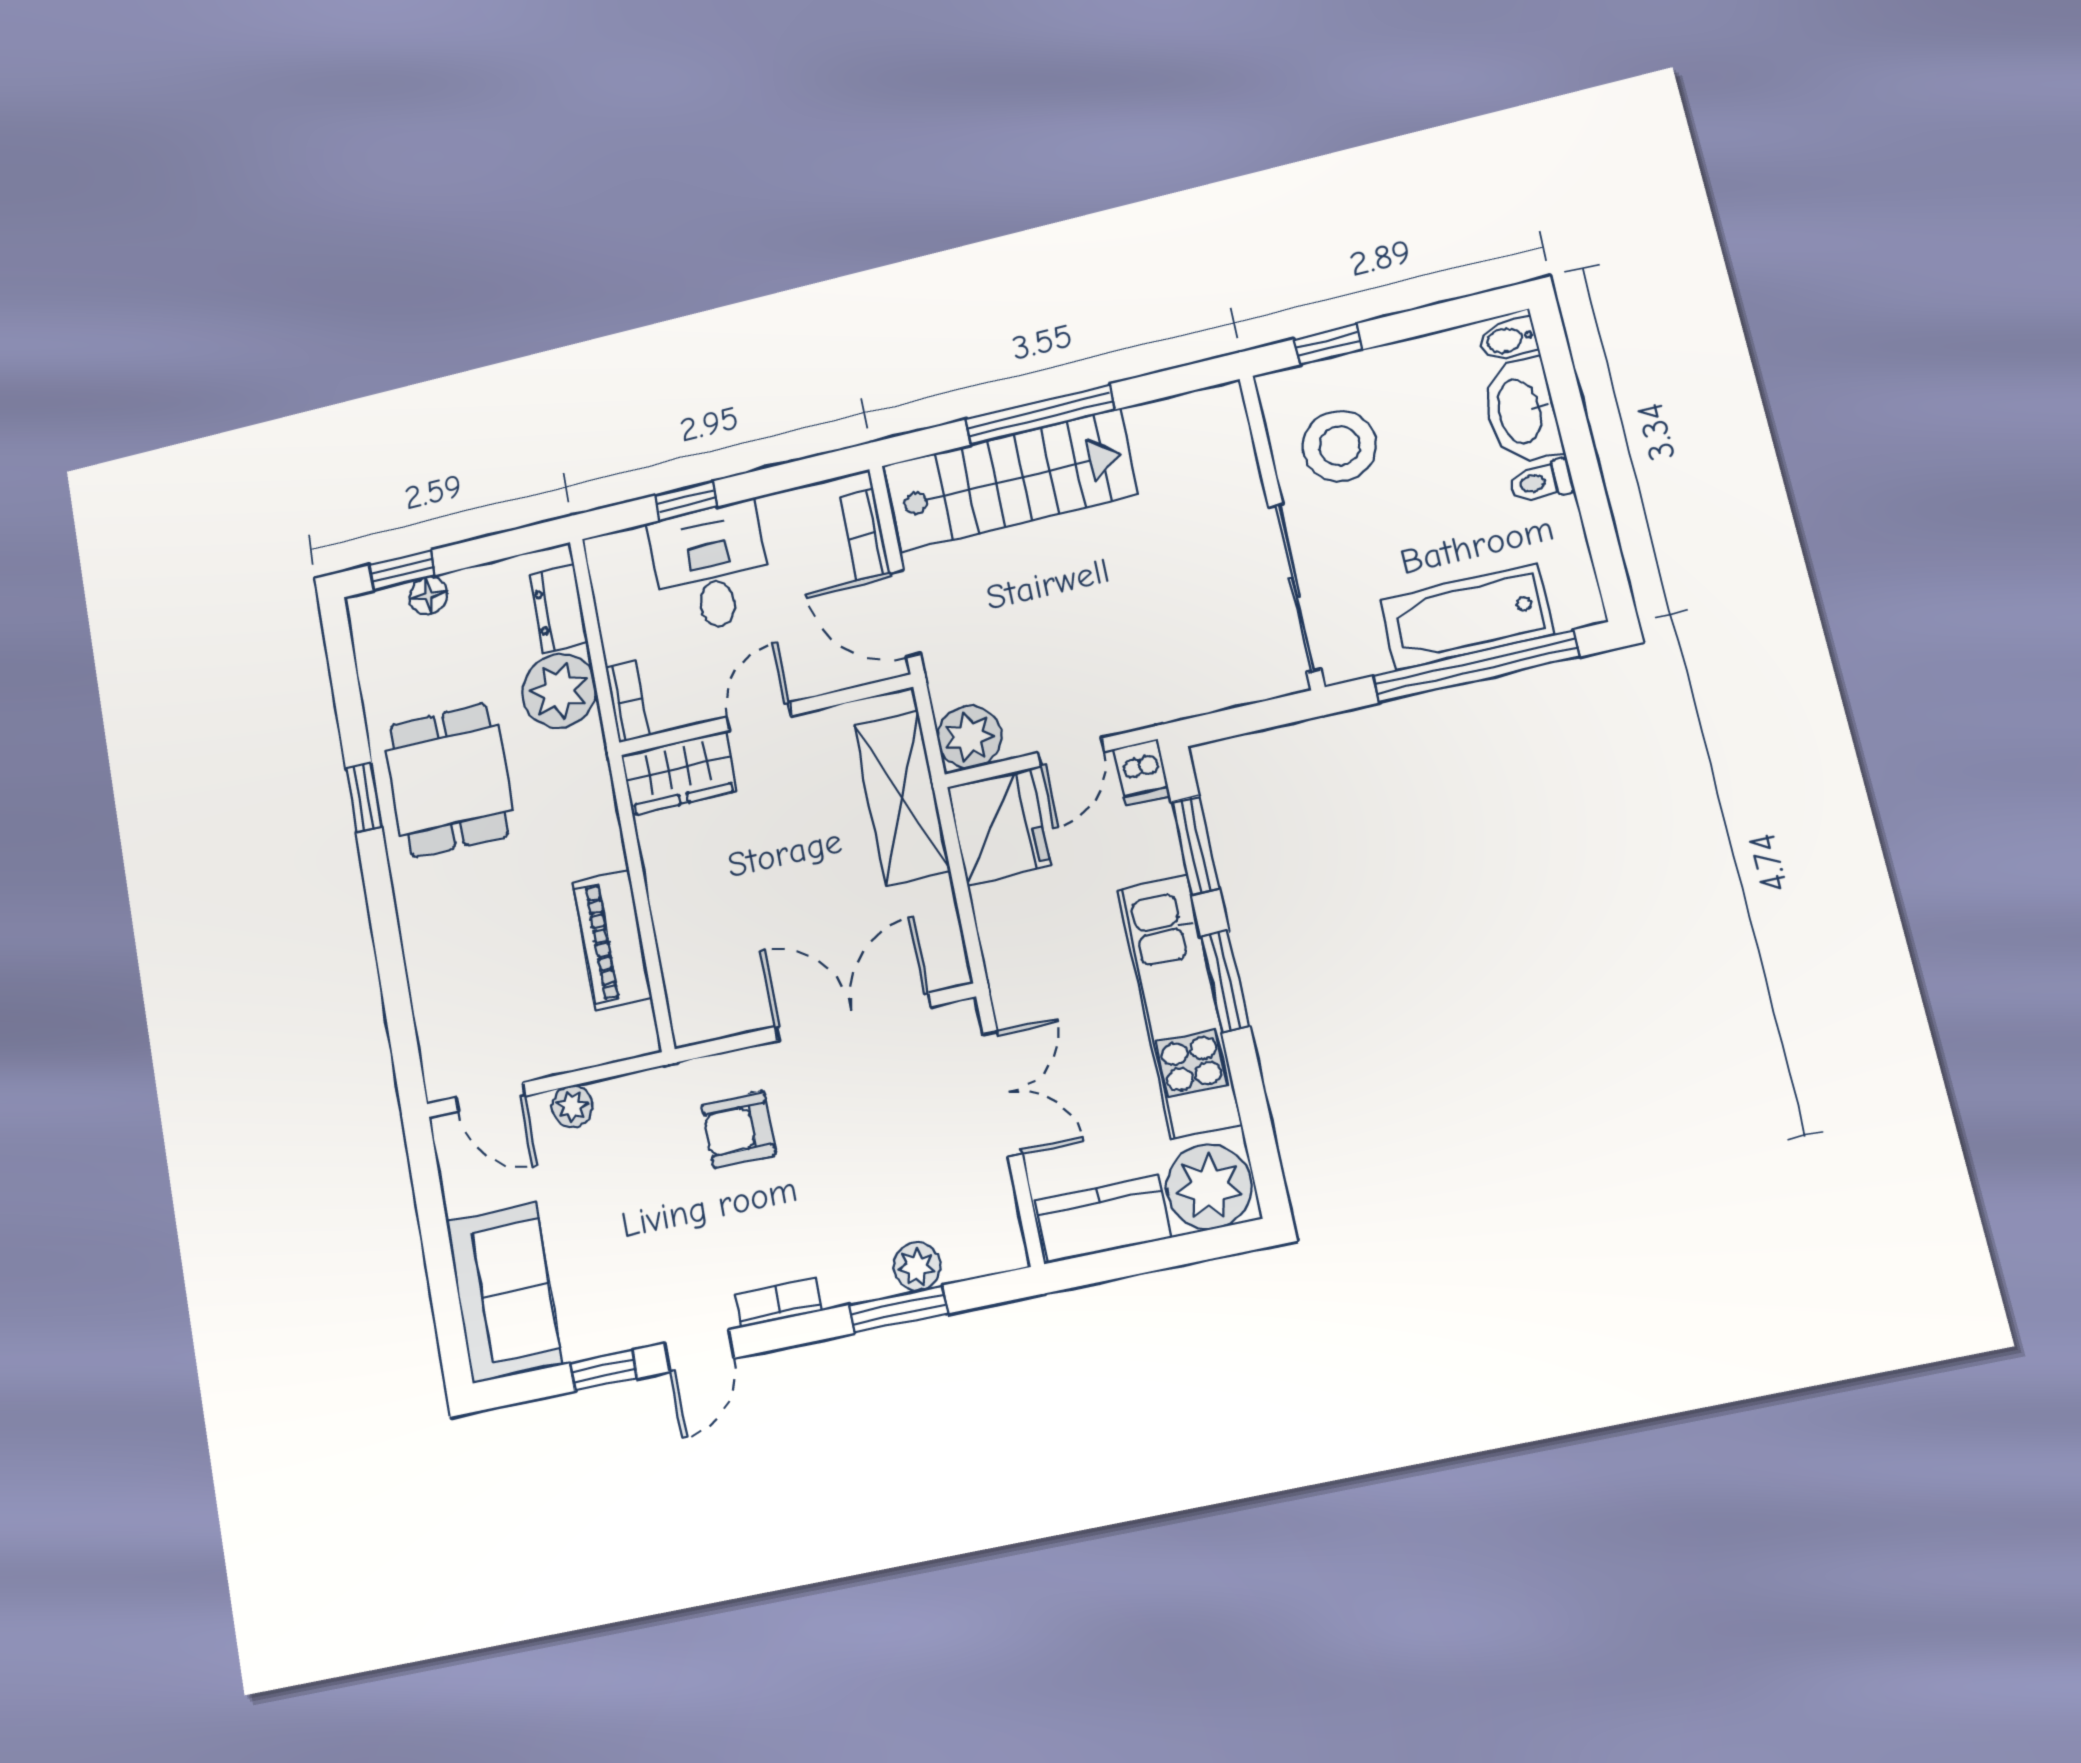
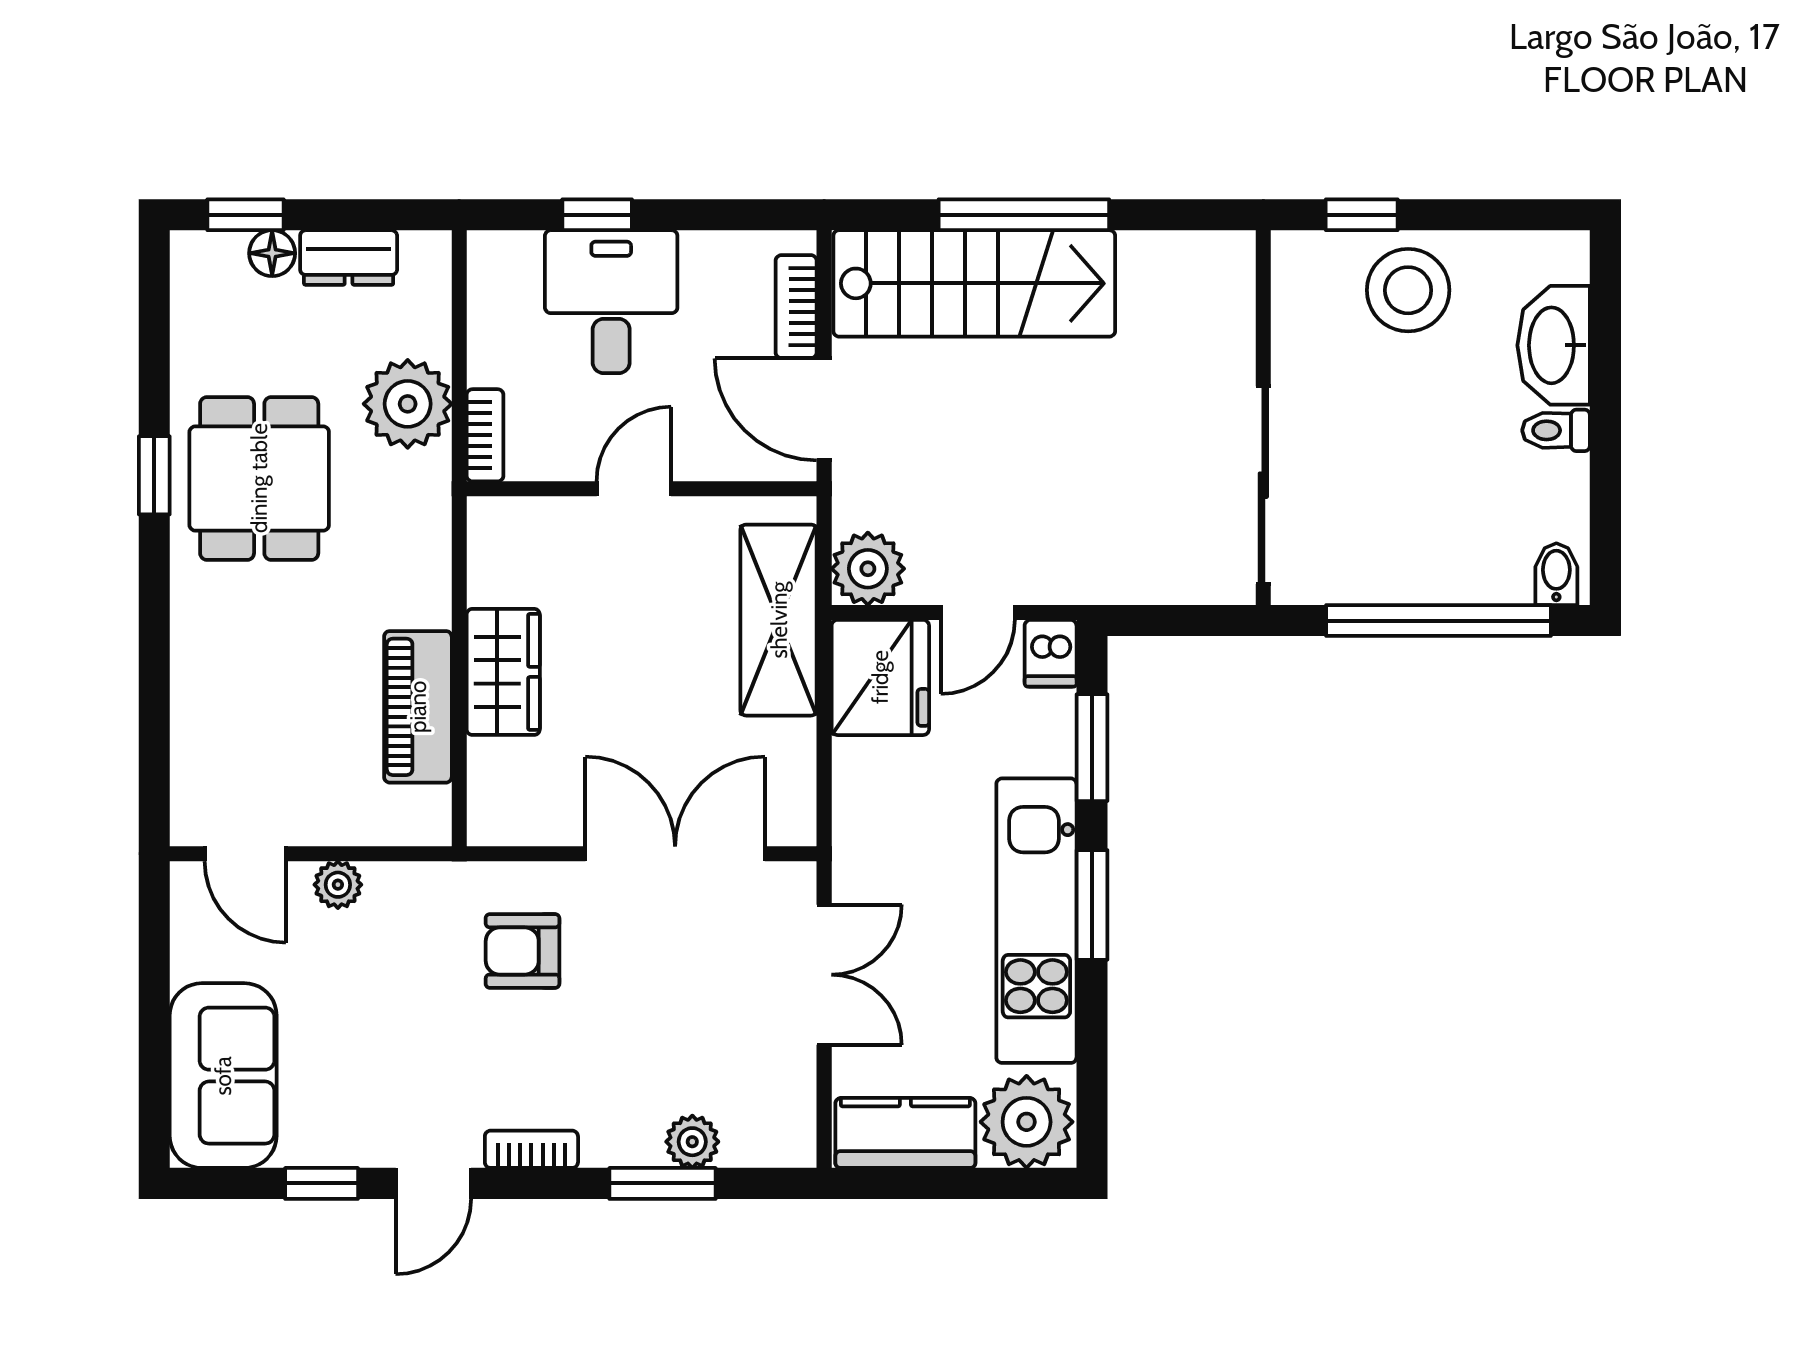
bidet: (1508, 339) -> (1556, 574), moved, turned 90
stool: (1340, 446) -> (1408, 290), moved
dresser: (559, 609) -> (349, 258), moved, turned -90
bathtub: (1467, 617) -> (1441, 563), removed
wardrobe: (679, 773) -> (503, 672), moved, turned -90

